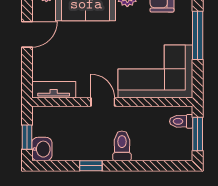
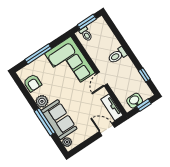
door: (27, 34) -> (107, 129), moved
washbasin: (42, 149) -> (135, 101), moved
window: (91, 166) -> (144, 75), moved

